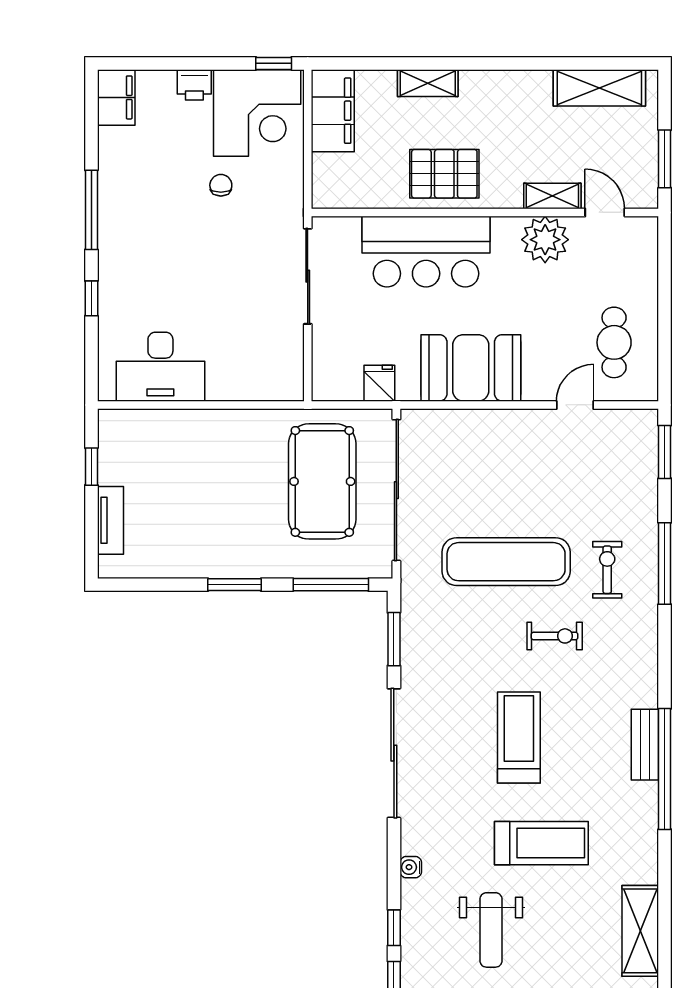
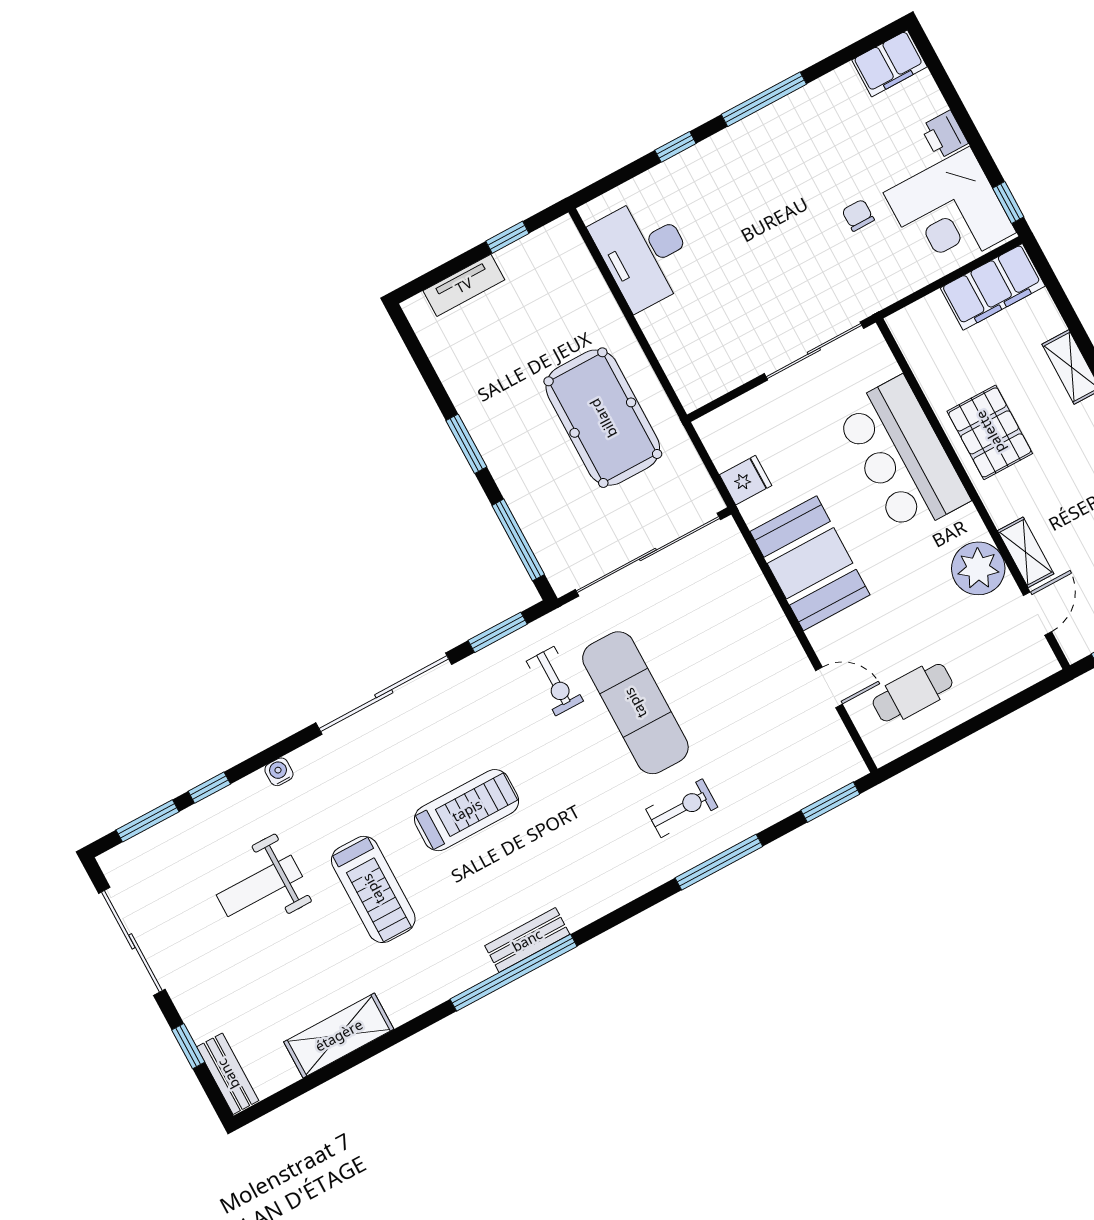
chair: (221, 185) -> (858, 215), turned -90
pool table: (322, 481) -> (603, 418), moved, turned 90
exercise bike: (555, 636) -> (555, 681), moved

